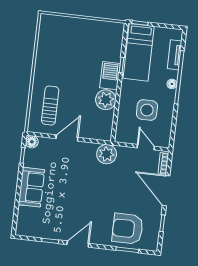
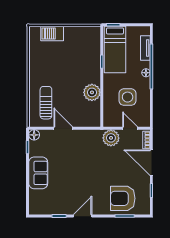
barbecue: (110, 76) -> (52, 33), moved, turned -90
door: (67, 138) -> (63, 128), hinge flipped
plant: (107, 154) -> (111, 138), moved

